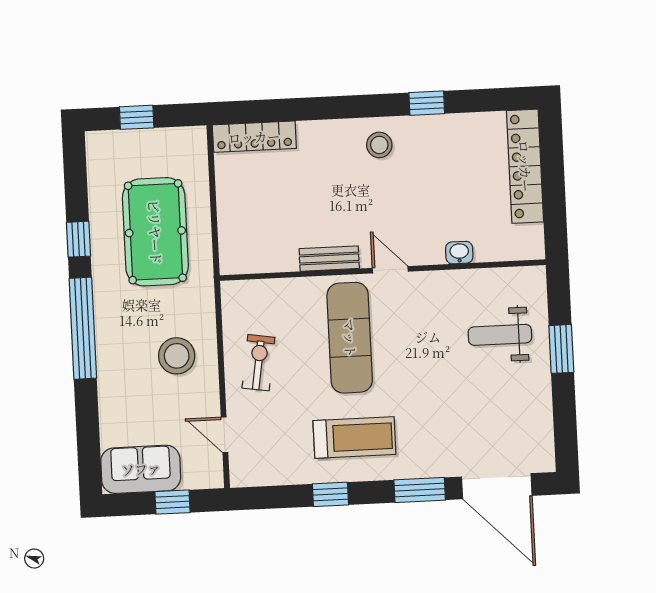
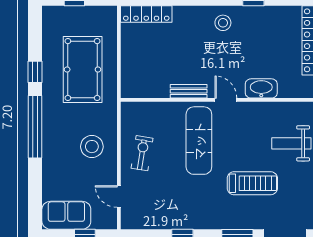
washbasin: (459, 253) -> (261, 88), width x1.91, depth x1.45
treadmill: (354, 437) -> (252, 183), moved

